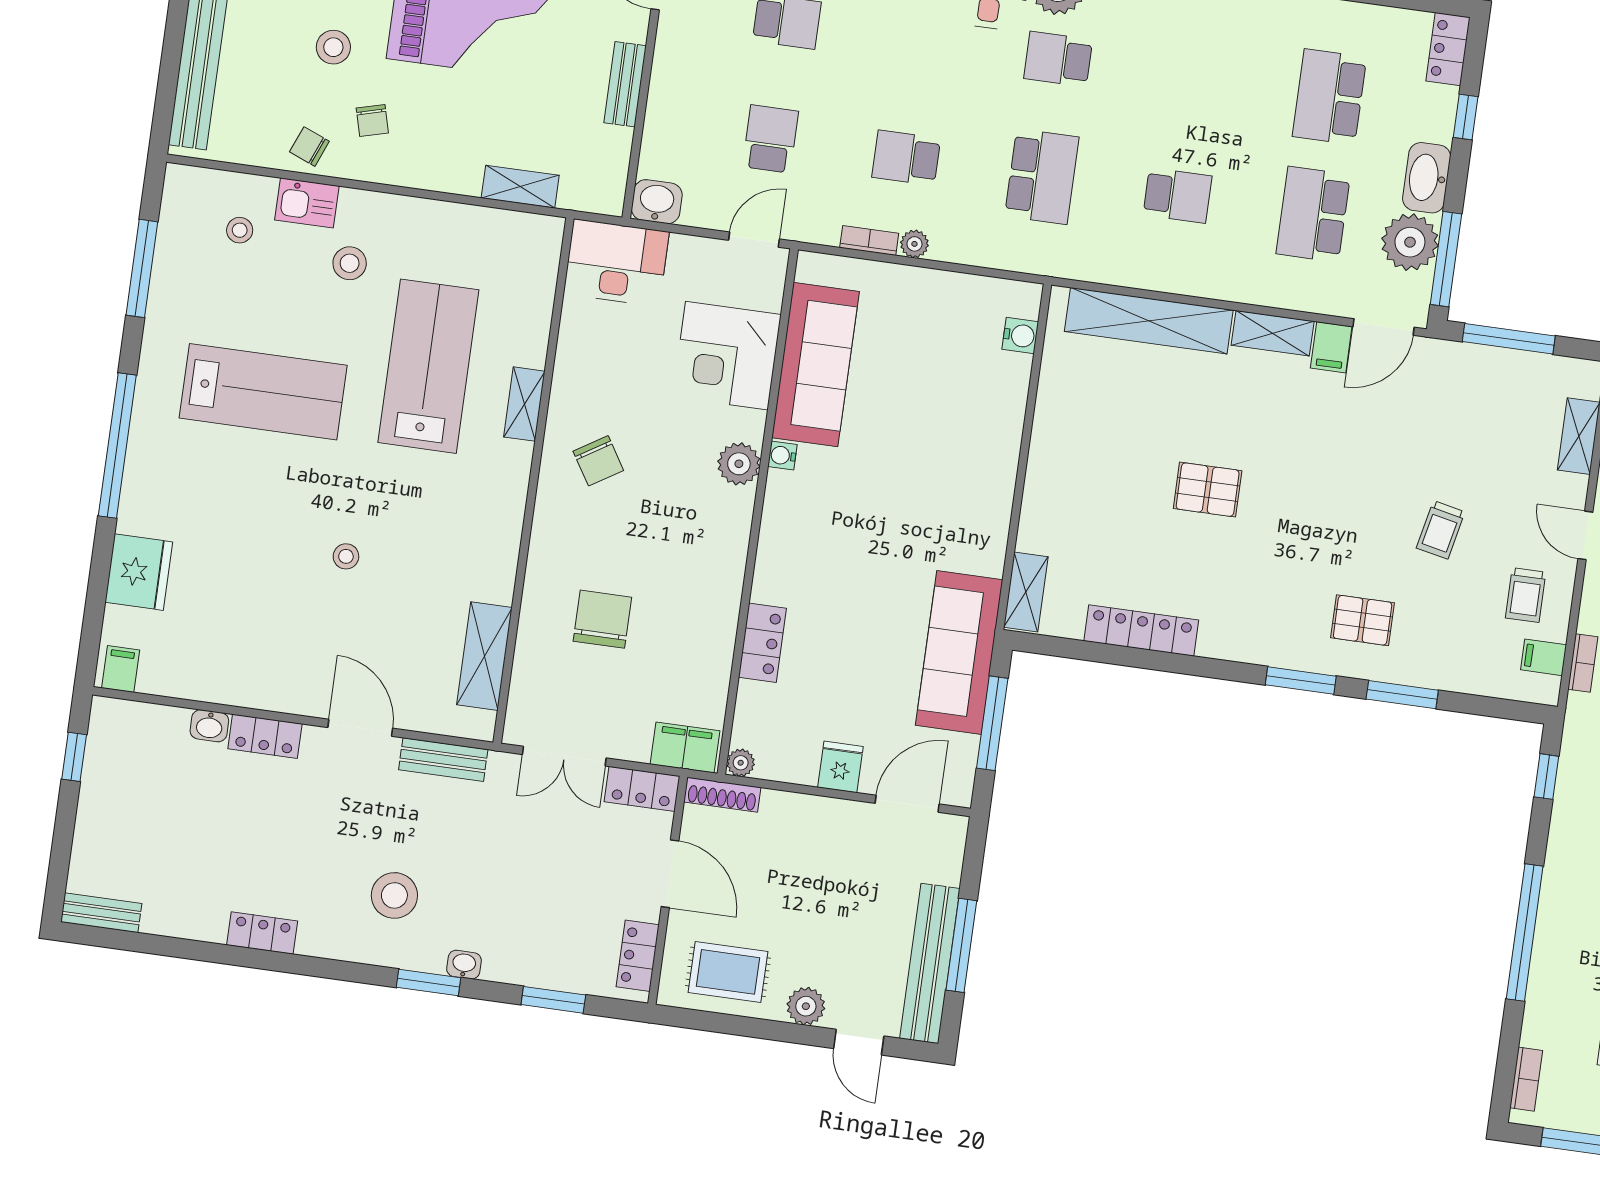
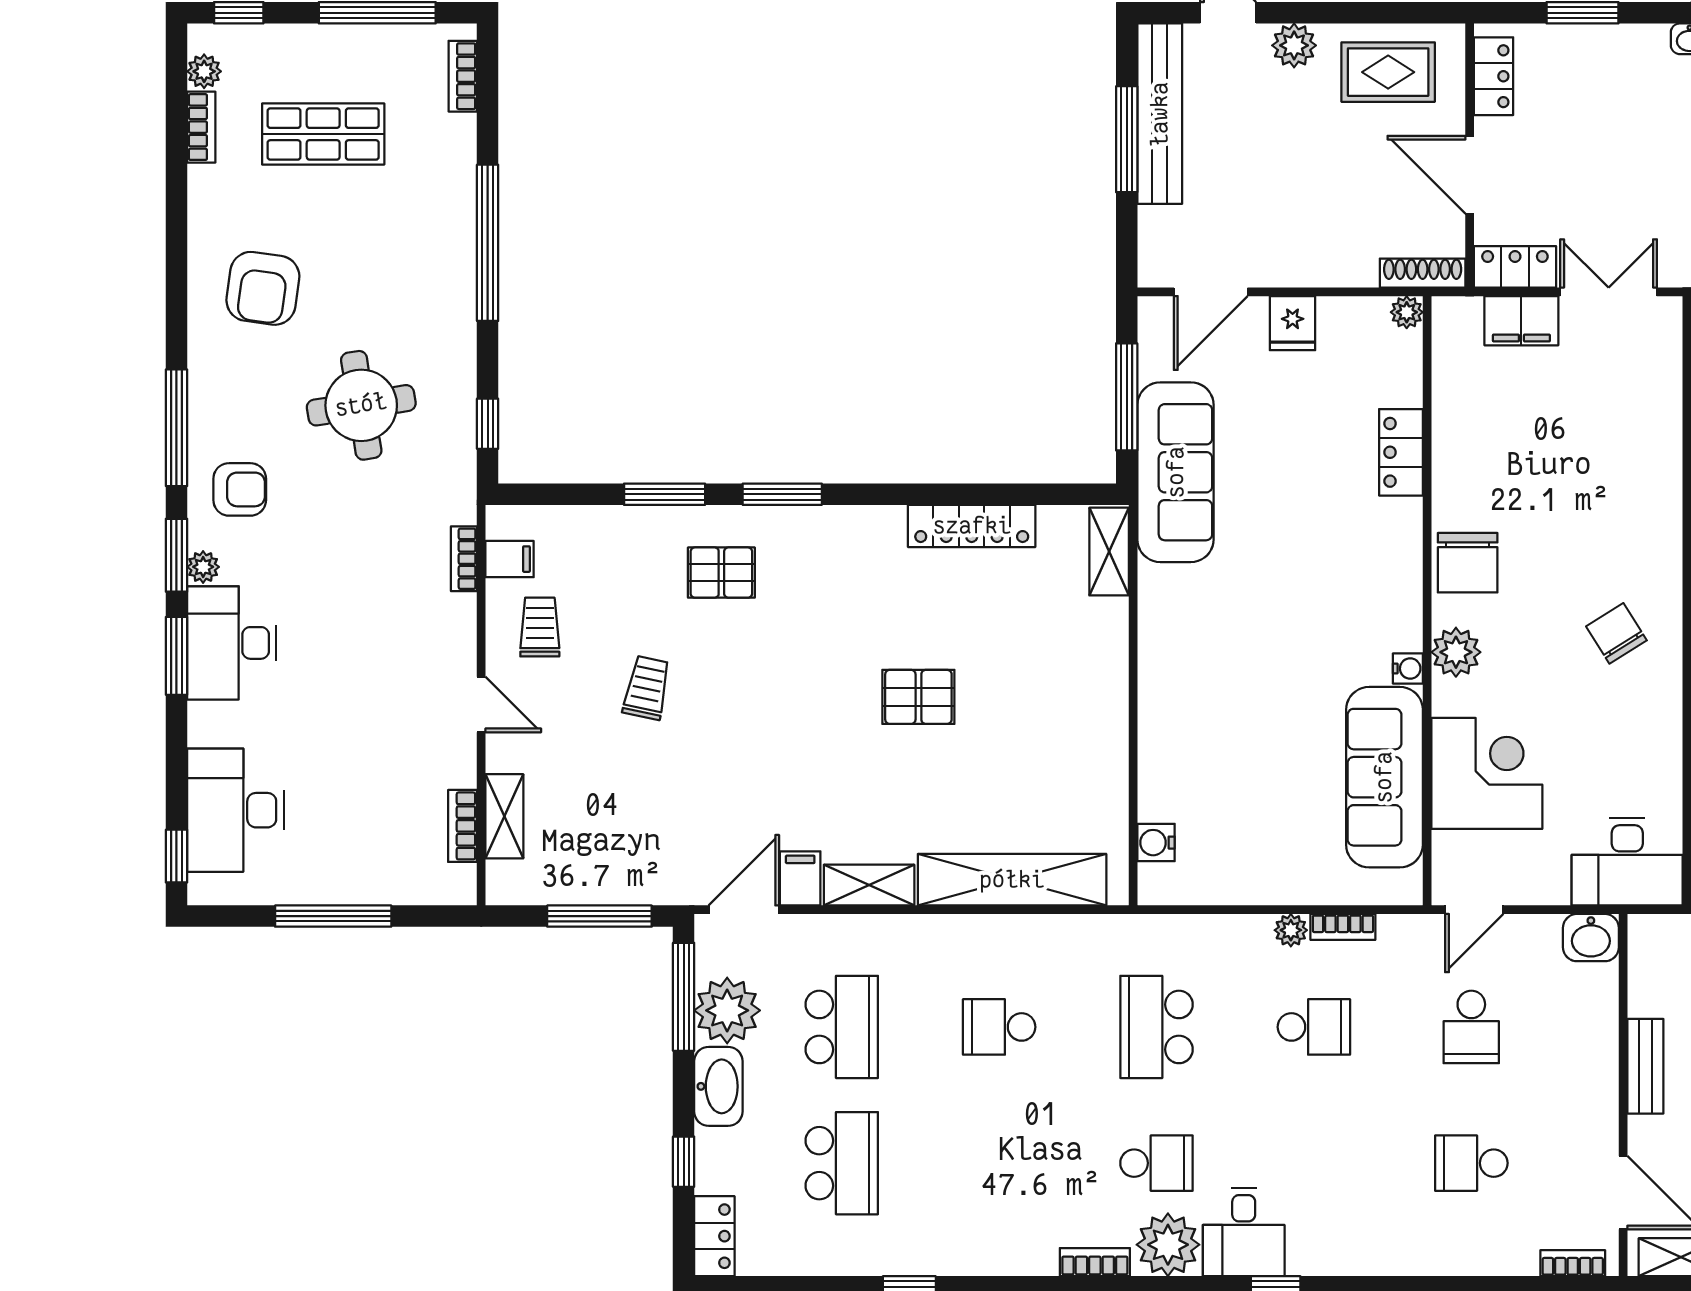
chair: (602, 619) -> (1468, 563), moved
filing cabinet: (685, 748) -> (1521, 321), moved

